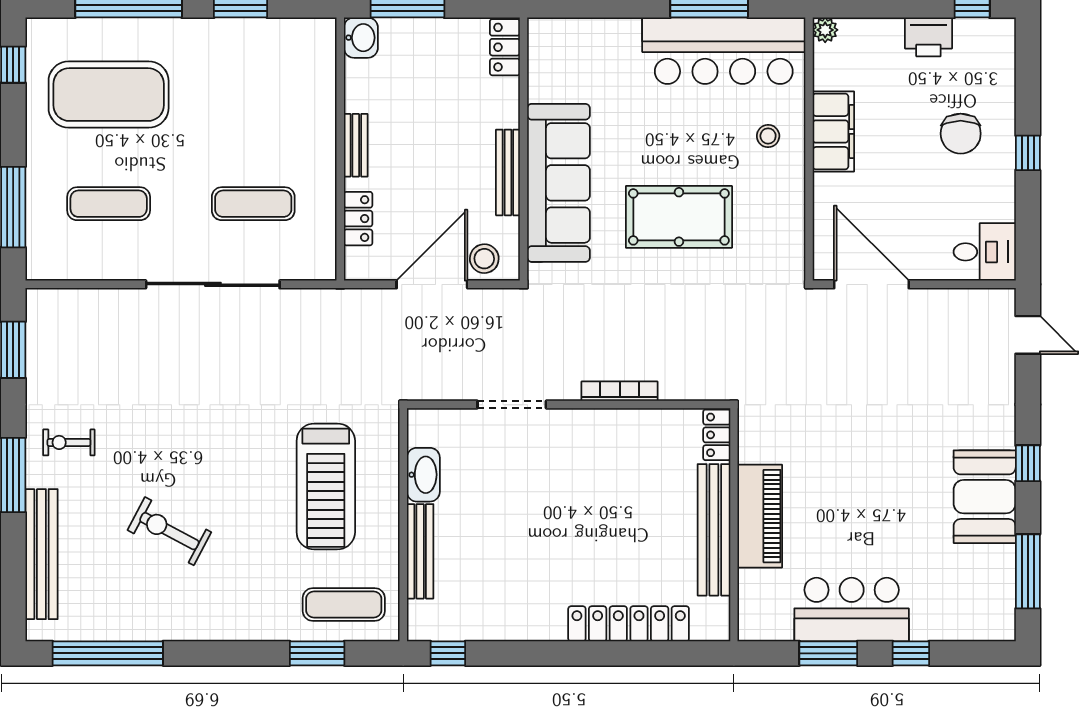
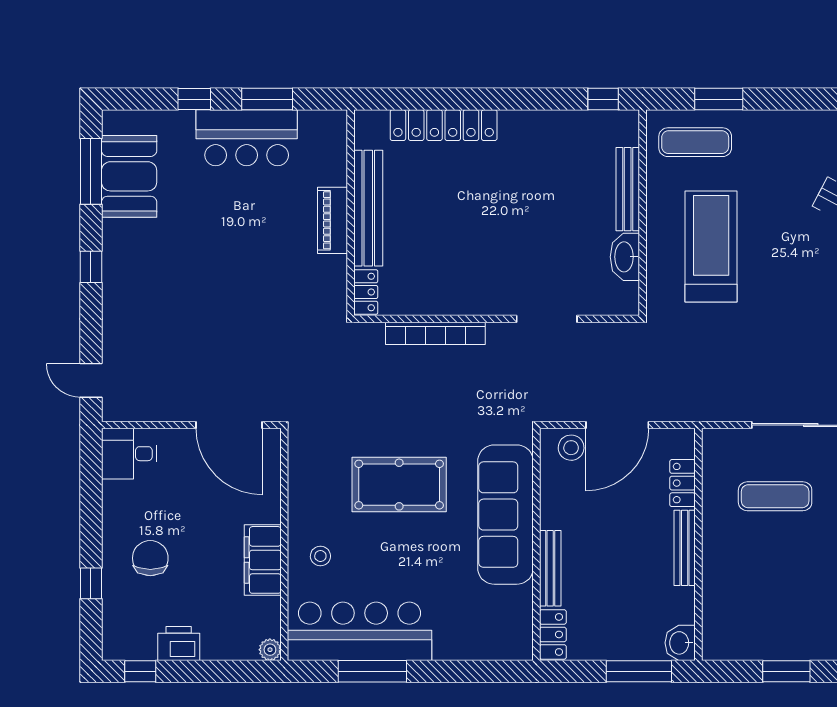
bench: (356, 145) -> (685, 548), width x1.36
window: (1028, 153) -> (91, 583), moved
bench: (508, 172) -> (550, 568), moved
bookcase: (620, 391) -> (435, 333), width x1.48, depth x1.31
booth: (985, 497) -> (129, 176), moved
piano: (760, 516) -> (333, 220), width x0.73, depth x0.75

